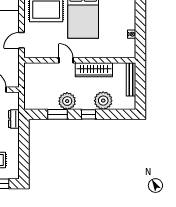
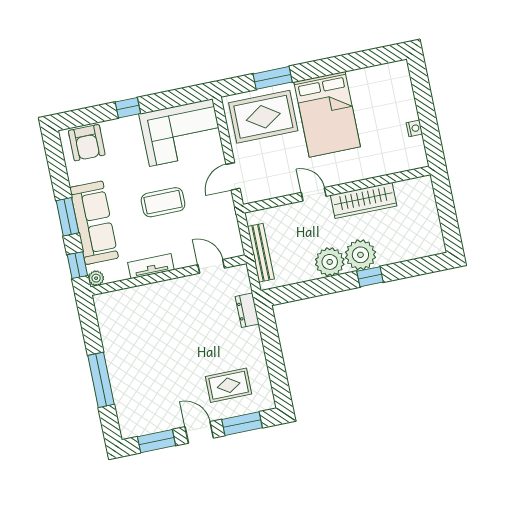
bench: (131, 79) -> (261, 253), moved
plant: (103, 101) -> (360, 255), moved
window: (58, 114) -> (318, 287), removed

